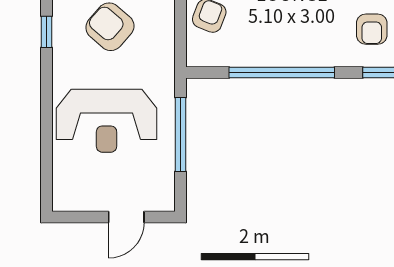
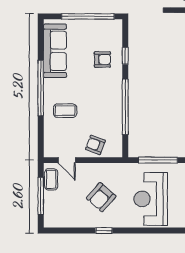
reception desk: (107, 121) -> (151, 199), turned 180

